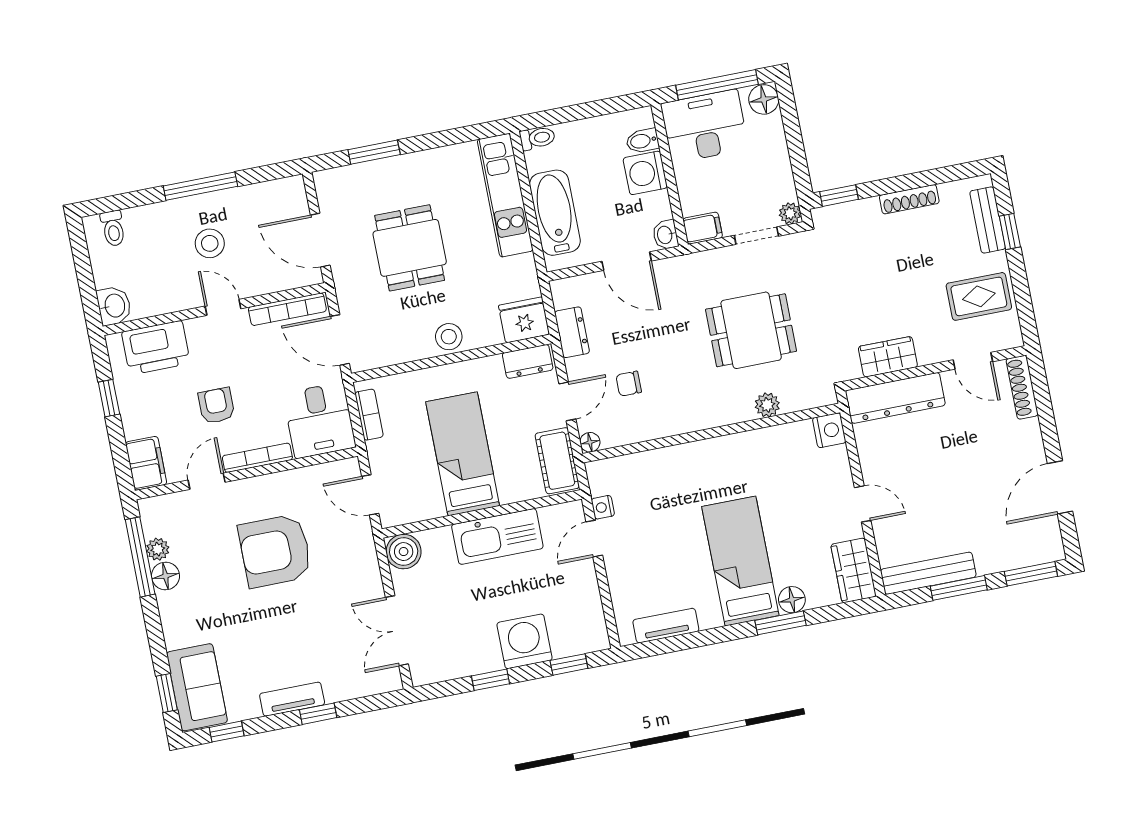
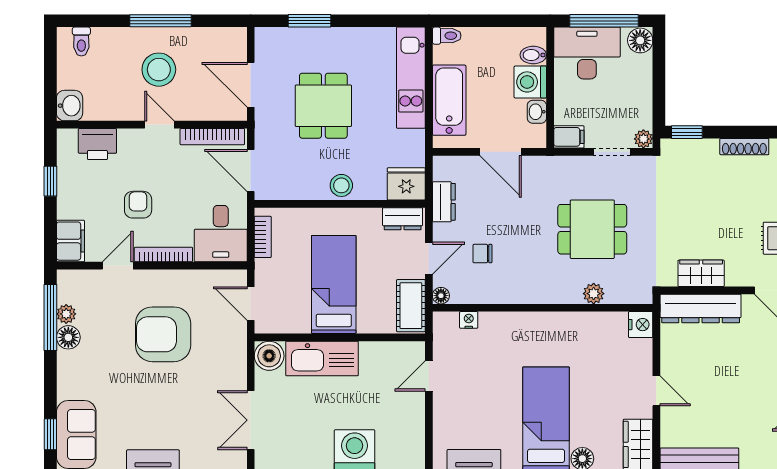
washbasin: (665, 235) -> (537, 112), moved
stool: (210, 243) -> (159, 70), width x1.38, depth x1.38
printer: (156, 348) -> (97, 144), width x0.73, depth x0.84
nightstand: (603, 507) -> (469, 320), moved, turned 90
kitchen sink: (497, 536) -> (322, 358), moved

